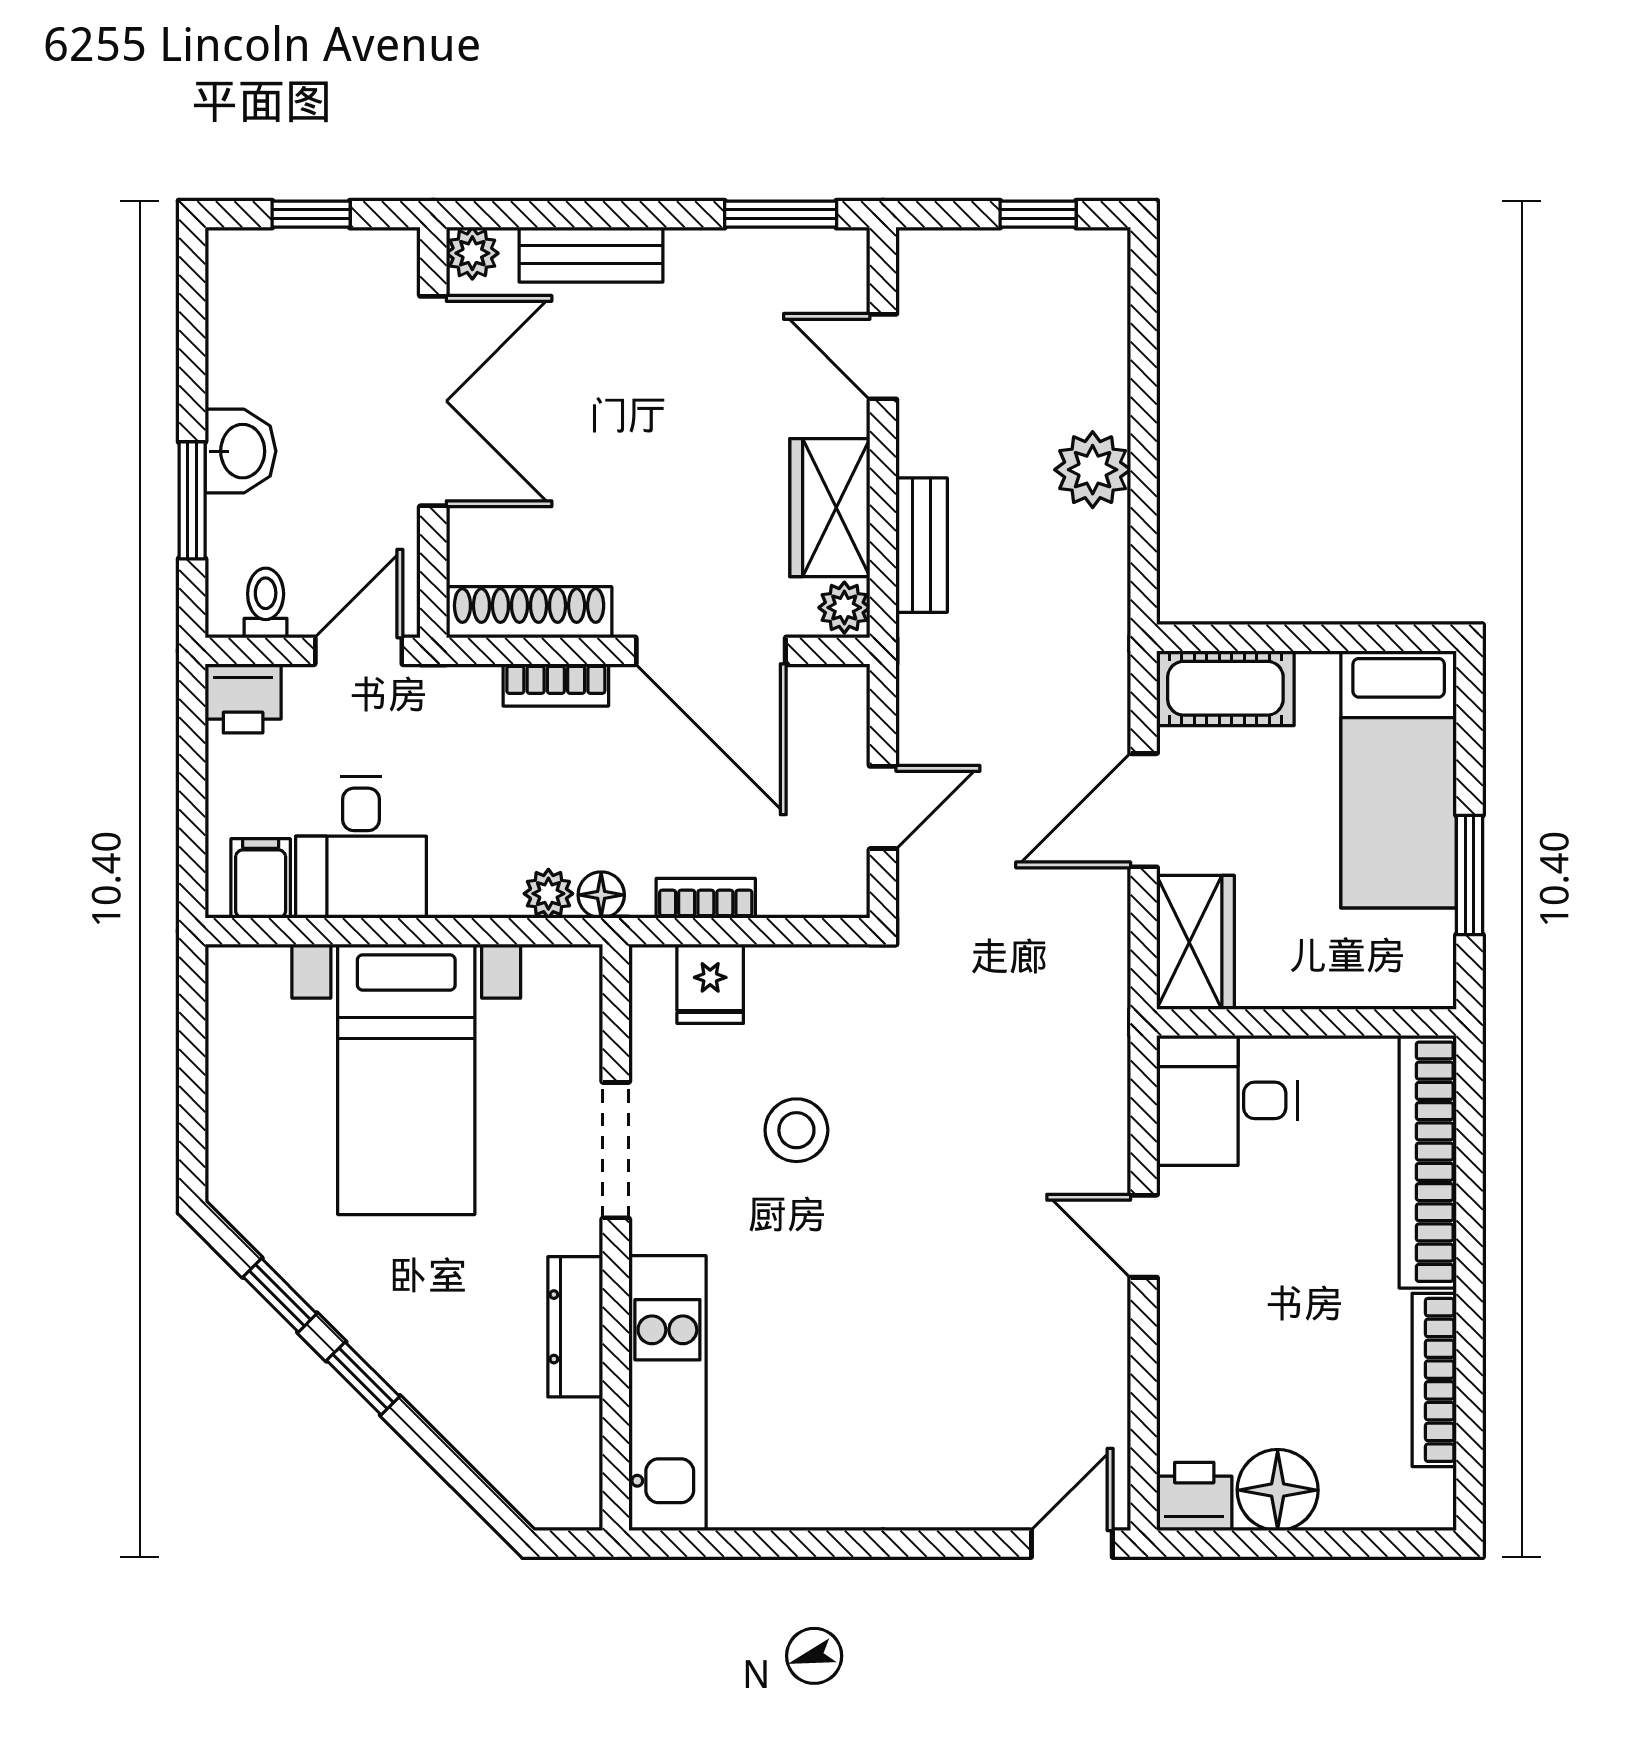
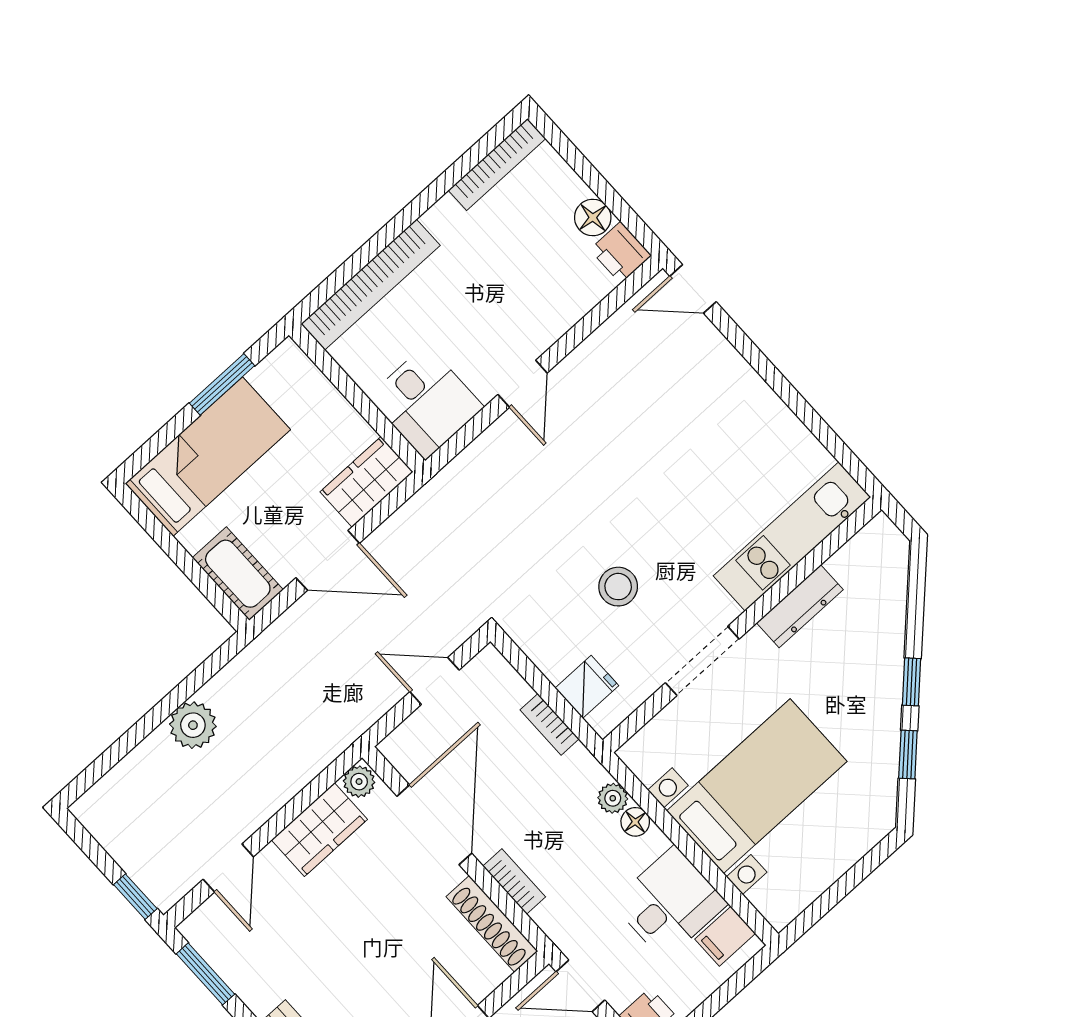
window: (1038, 214) -> (135, 897), moved
bench: (922, 545) -> (298, 772), removed
floor lamp: (601, 895) -> (635, 822), moved
bookcase: (1434, 1380) -> (497, 164), moved
floor lamp: (1278, 1490) -> (593, 218), width x0.73, depth x0.73

